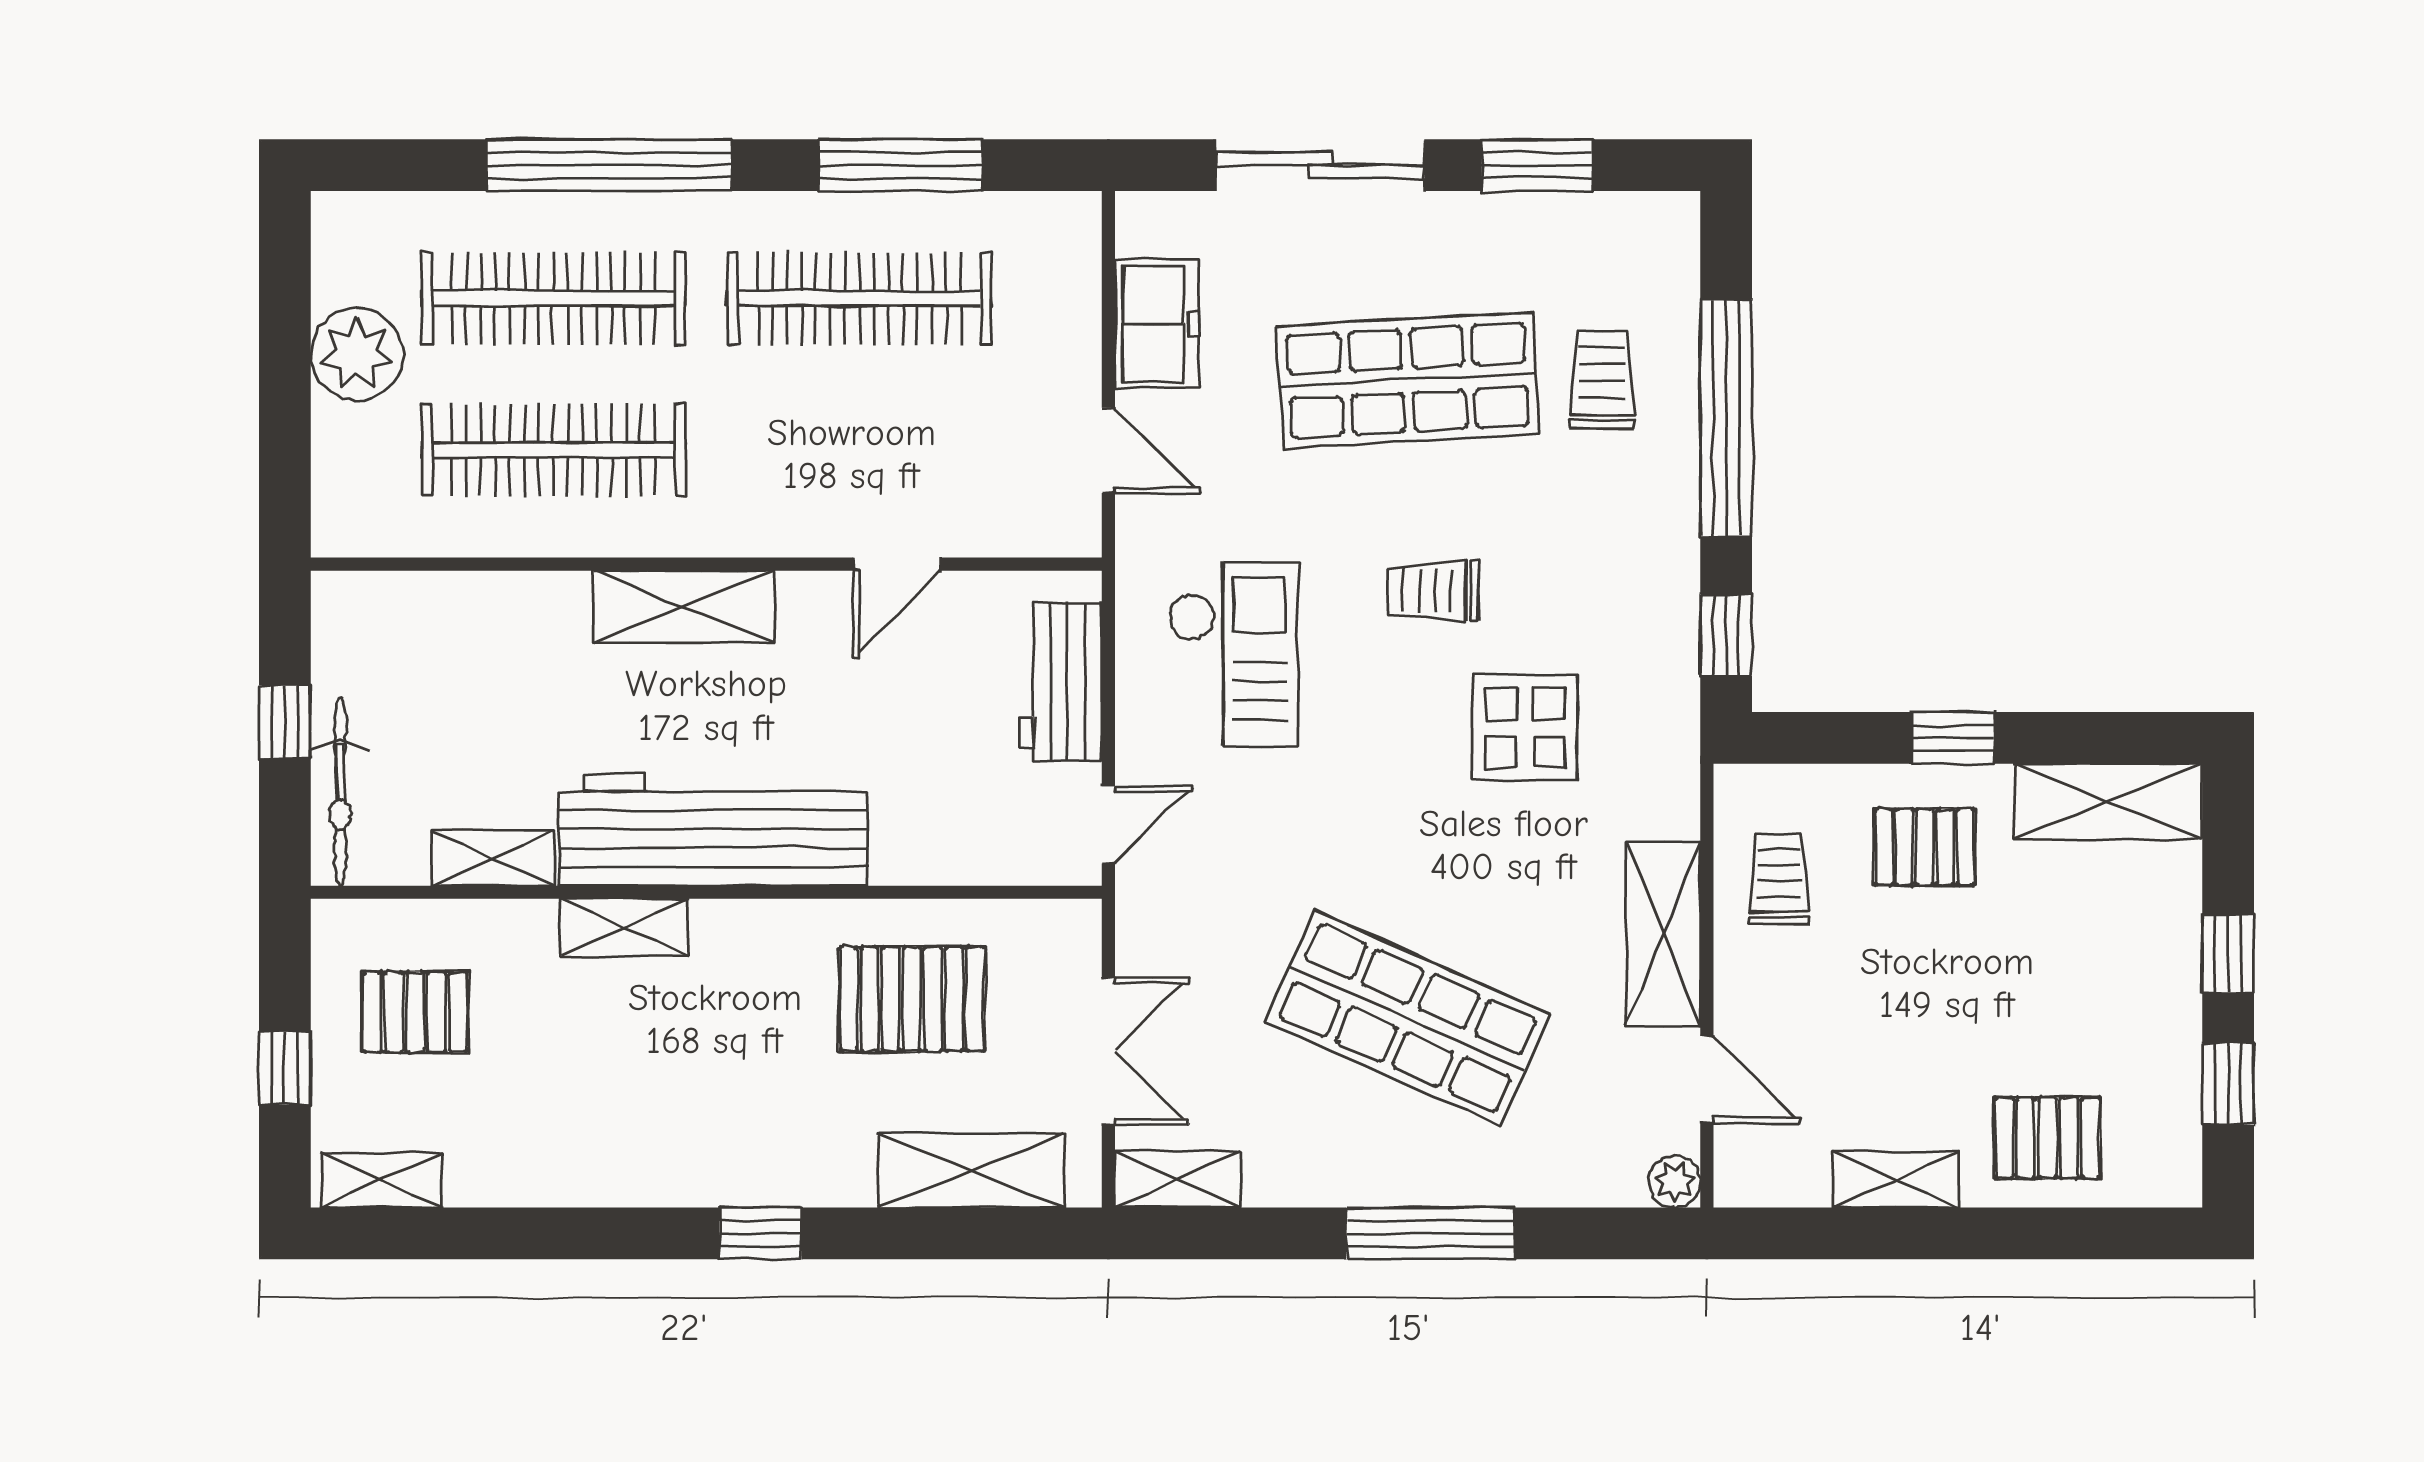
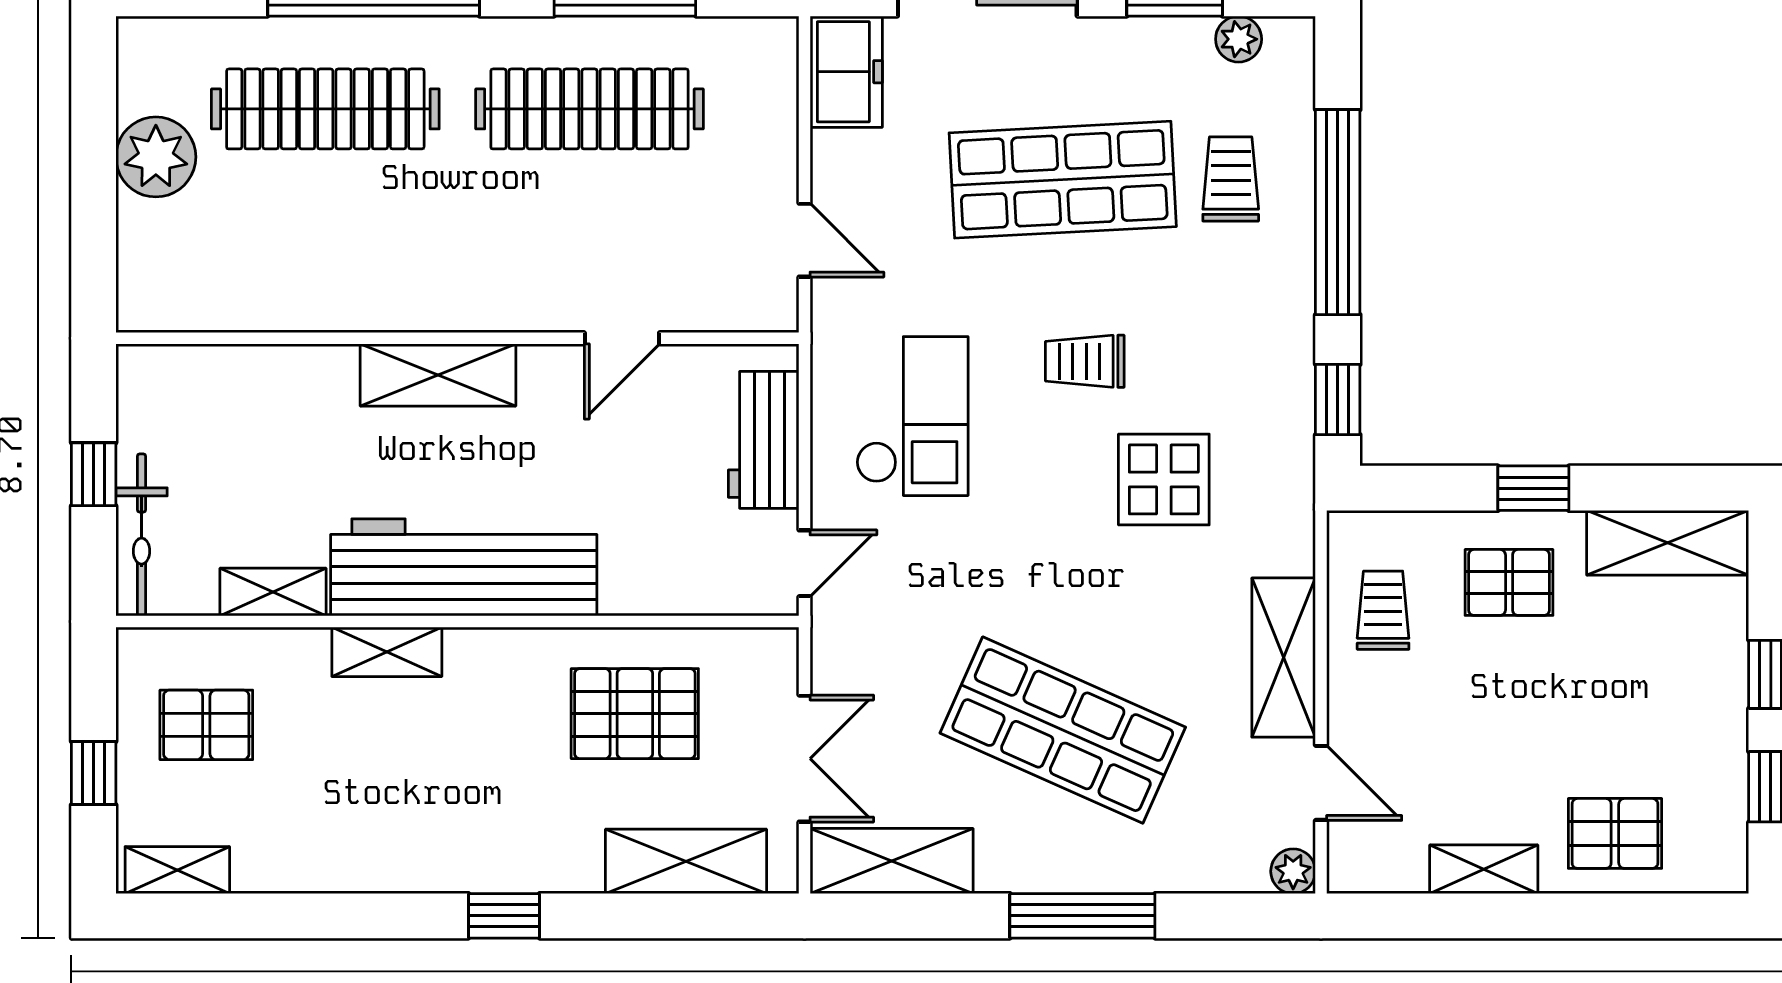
plant: (1611, 218) -> (1239, 39), added
freezer: (1157, 324) -> (846, 72), moved
clothes rail: (553, 450) -> (325, 240), removed
shelving: (1178, 1179) -> (892, 861), width x1.50, depth x1.33

